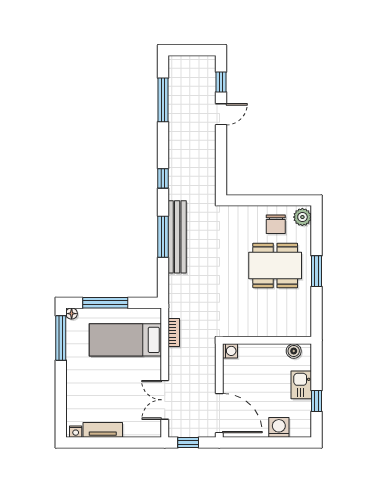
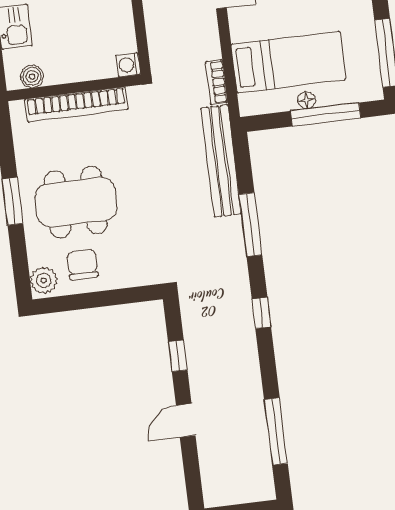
window: (221, 82) -> (178, 356), moved
bench: (177, 237) -> (221, 161), moved
floor lamp: (72, 314) -> (306, 100), moved
bookcase: (267, 329) -> (76, 104), added

